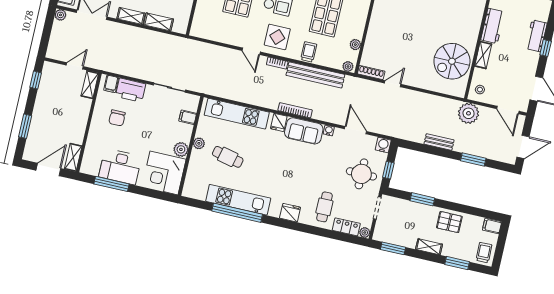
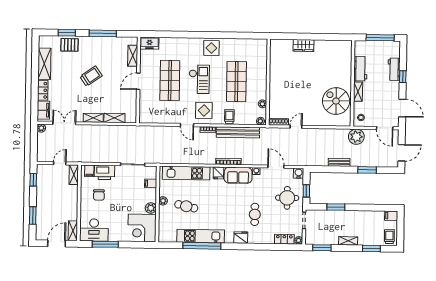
spiral stairs: (452, 61) -> (336, 101), turned 90
desk: (120, 167) -> (94, 230), moved
cafe table: (324, 207) -> (255, 214), moved
pallet: (449, 222) -> (359, 220), removed

